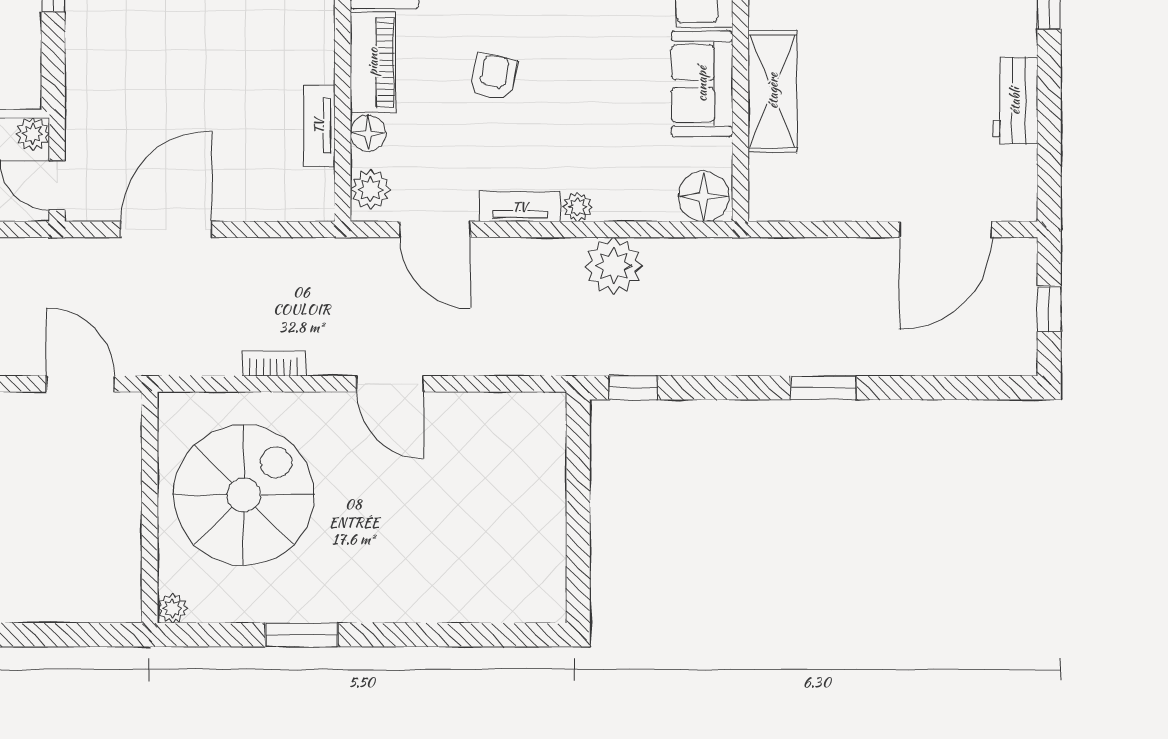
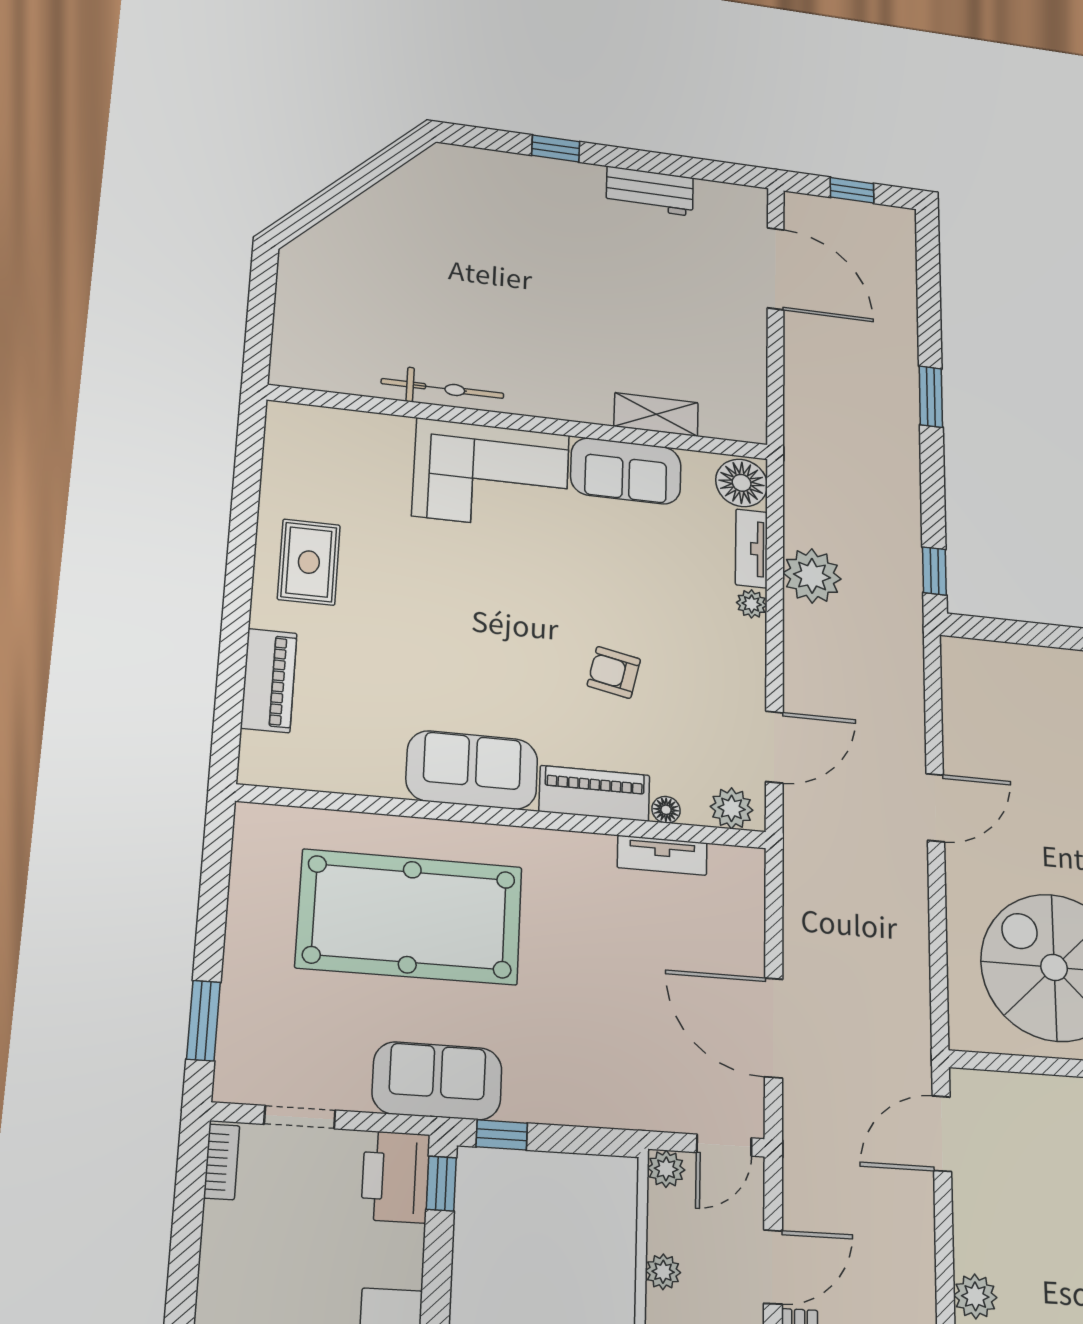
shelving: (773, 91) -> (656, 414), width x0.67, depth x0.75
floor lamp: (368, 133) -> (666, 810), width x0.73, depth x0.73
tv unit: (520, 207) -> (751, 548), moved
bookcase: (273, 364) -> (916, 925), removed

